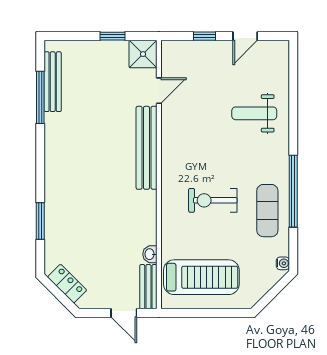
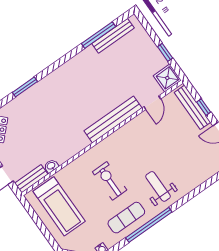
bench: (196, 49) -> (193, 107), added
door: (159, 91) -> (152, 103), hinge flipped
weight bench: (254, 113) -> (158, 186), moved

